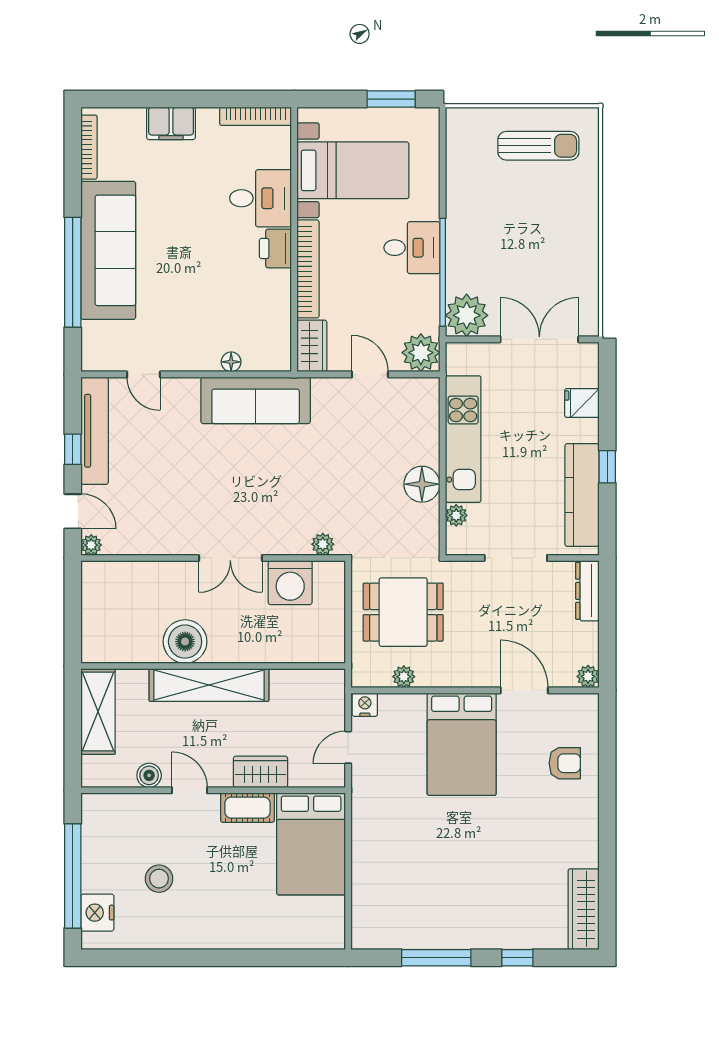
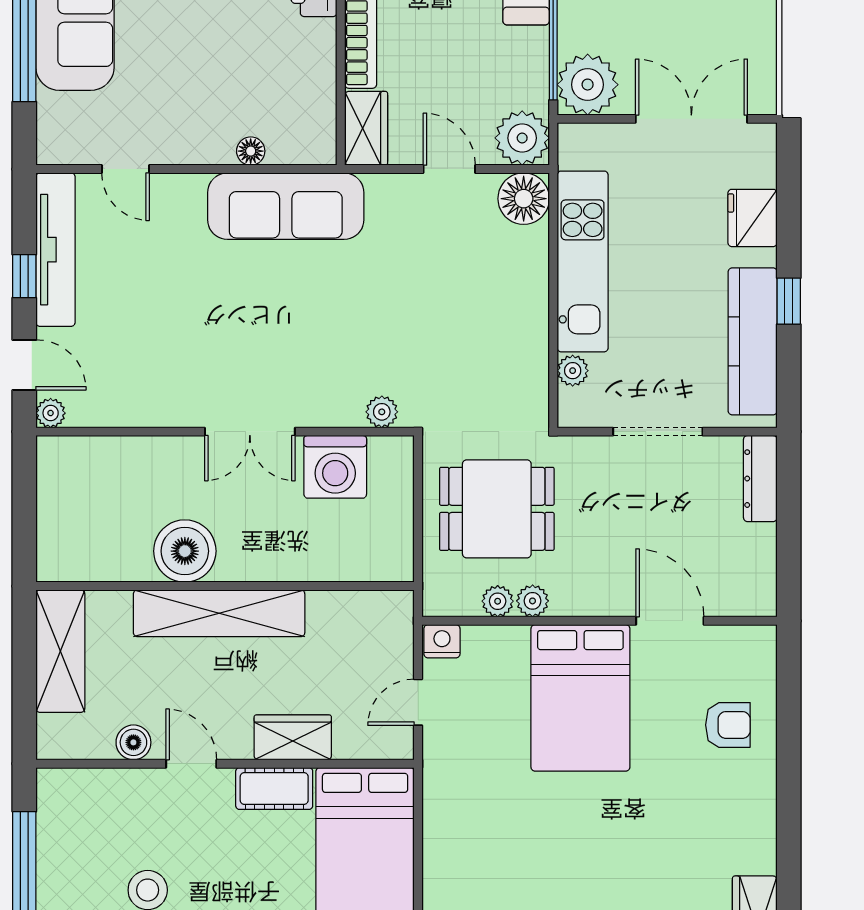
fridge: (582, 403) -> (752, 218), width x1.38
floor lamp: (422, 484) -> (524, 199), moved
plant: (588, 676) -> (533, 601), moved

